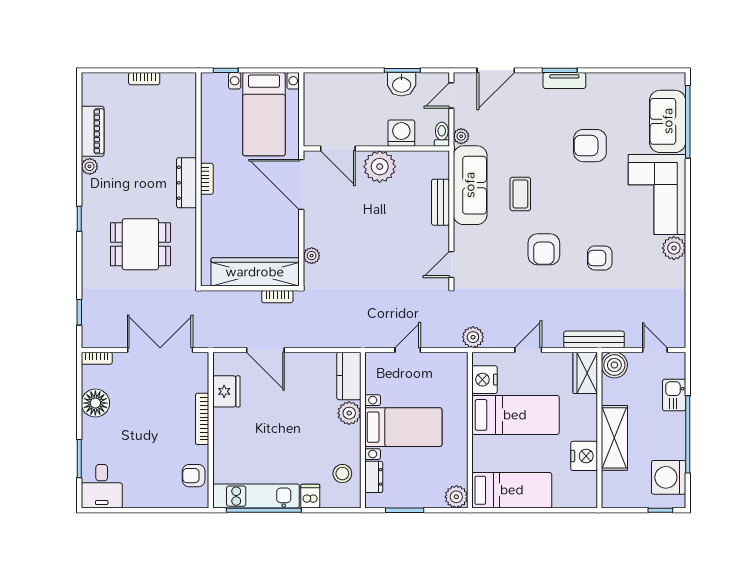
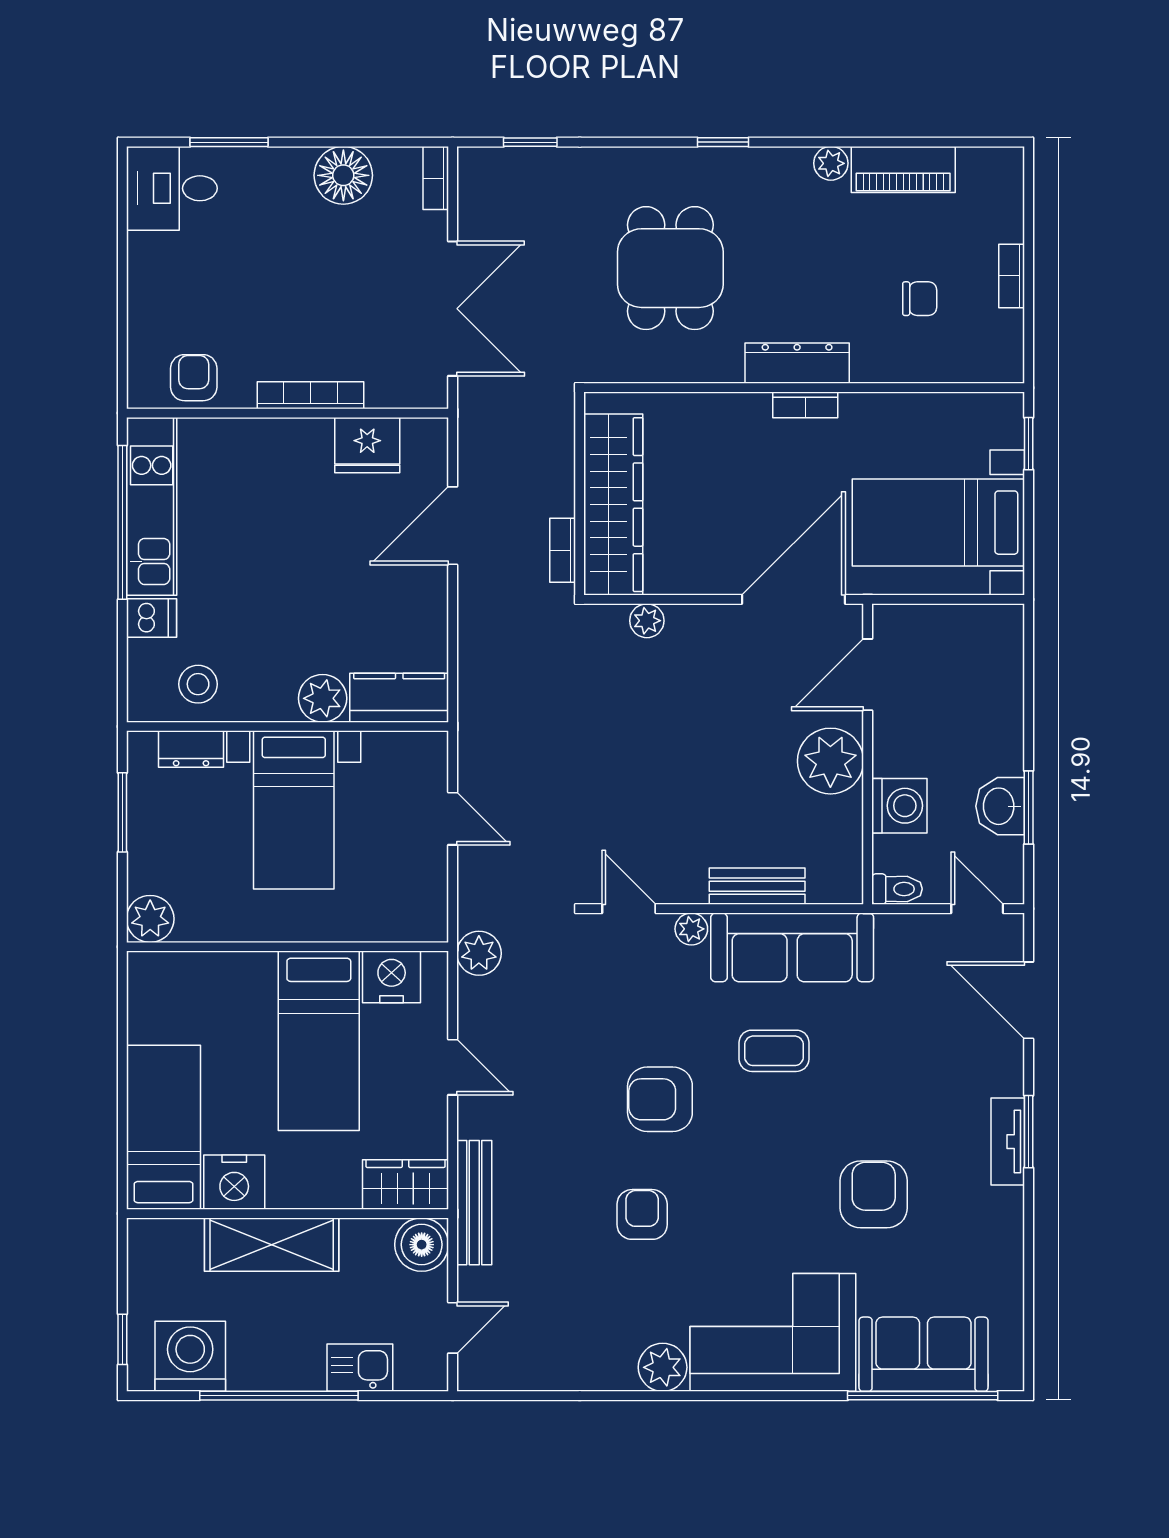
chair: (155, 123) -> (920, 299), added
plant: (461, 136) -> (691, 929), moved
bed: (512, 490) -> (163, 1127), moved, turned 180

